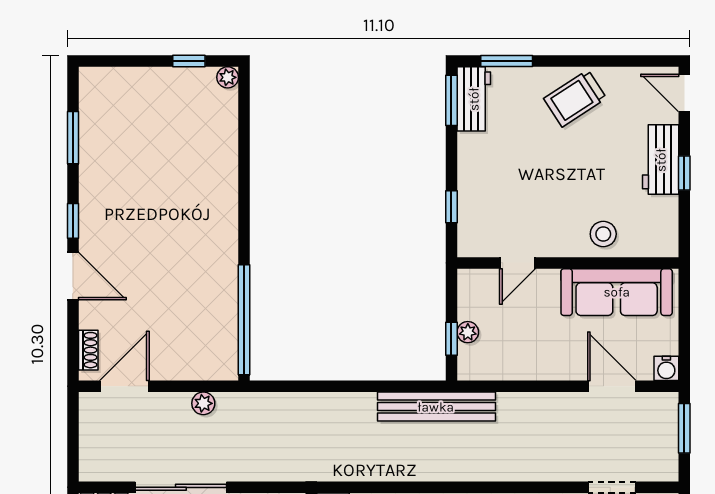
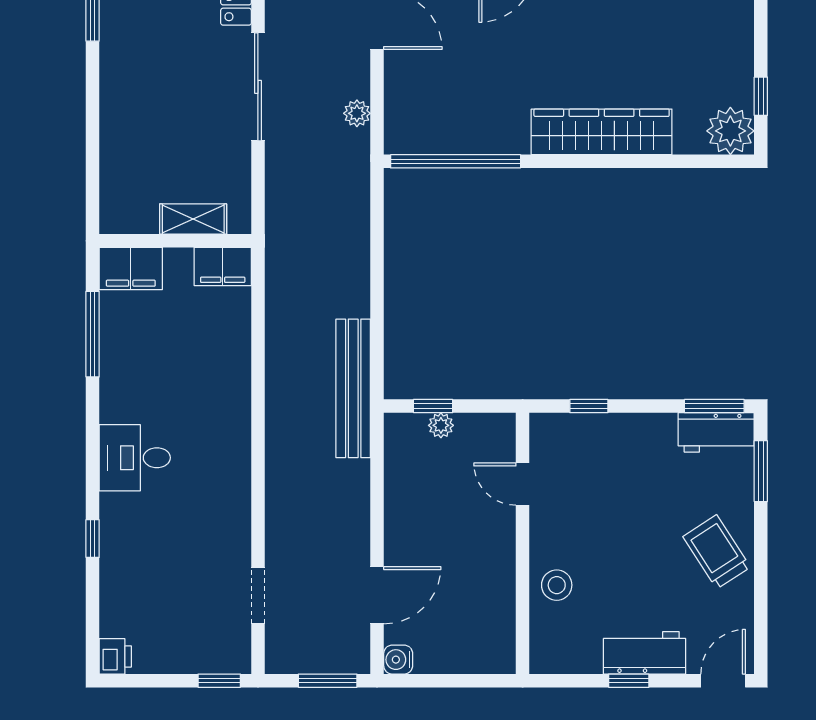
plant: (228, 77) -> (730, 131), width x1.87, depth x1.87
wardrobe: (219, 196) -> (602, 132), added
sofa: (617, 292) -> (488, 601), removed

